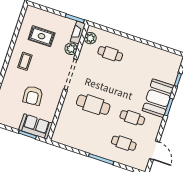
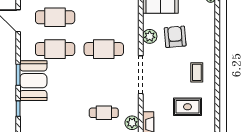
plant: (71, 49) -> (150, 36), moved
cafe table: (132, 118) -> (55, 49), width x1.37, depth x1.35
cafe table: (124, 143) -> (55, 17), width x1.37, depth x1.35

